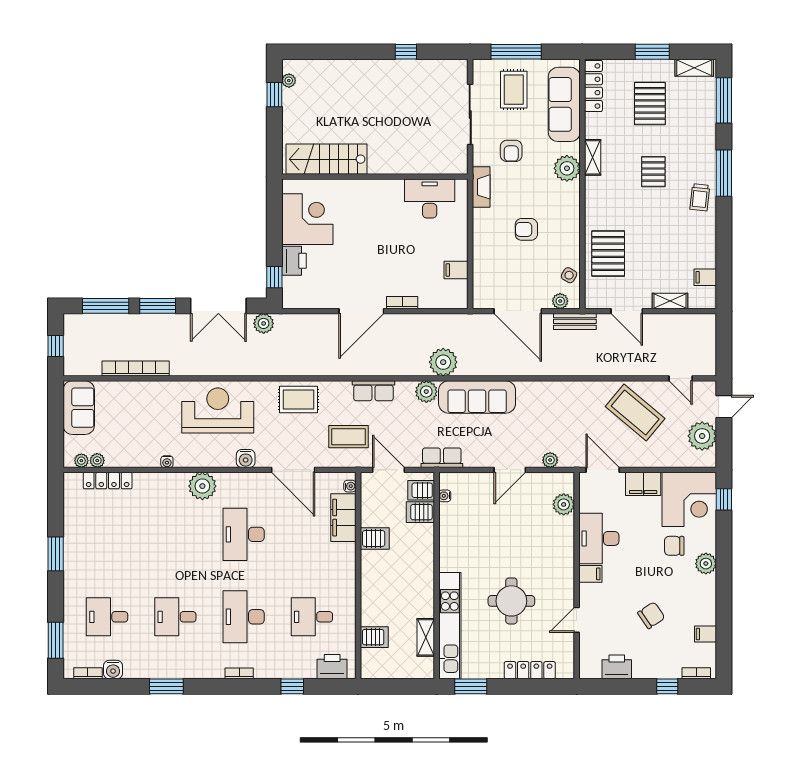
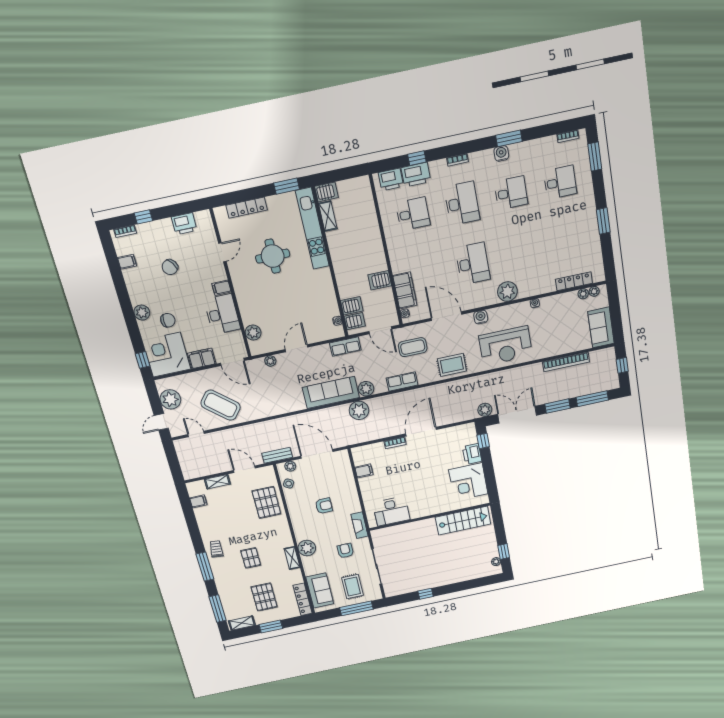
sofa: (564, 104) -> (320, 591), width x0.73
server rack: (374, 637) -> (326, 192), moved, turned 180
printer: (298, 666) -> (416, 175), added
water cooler: (113, 670) -> (501, 153), moved

